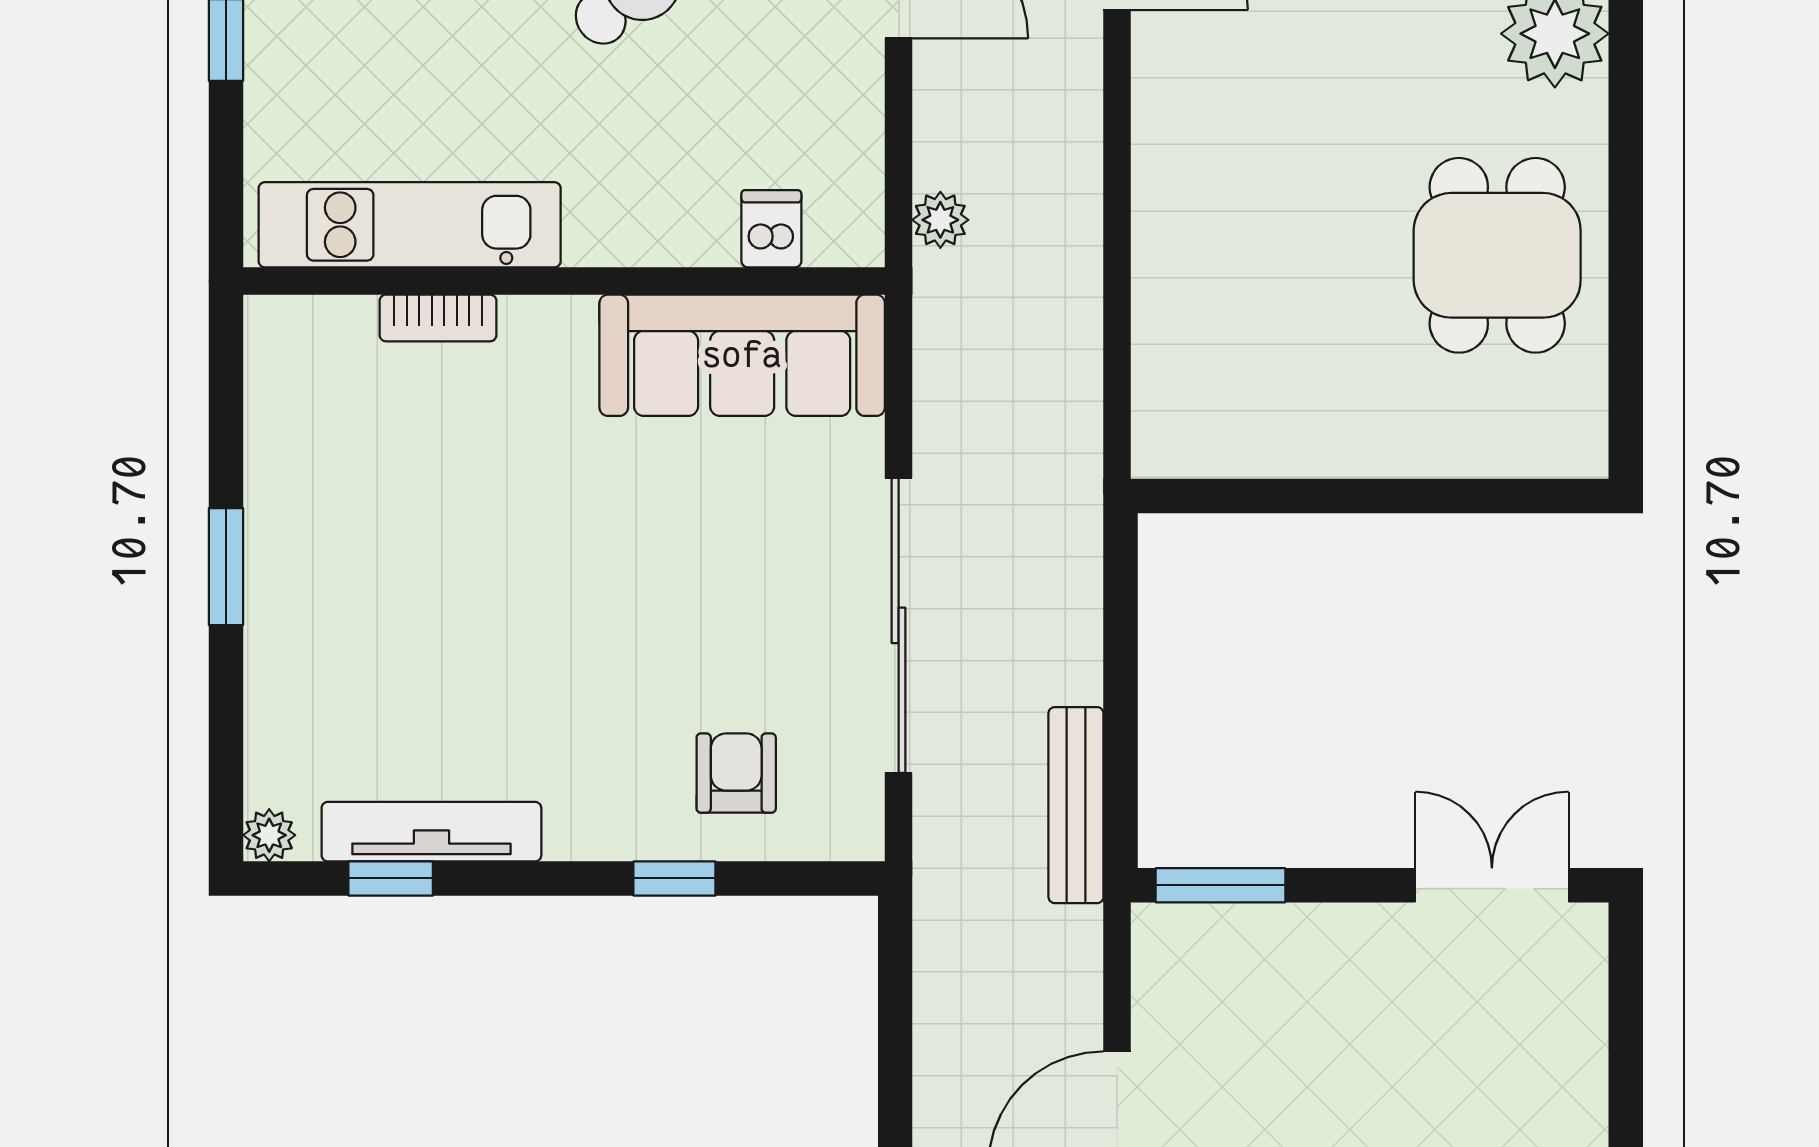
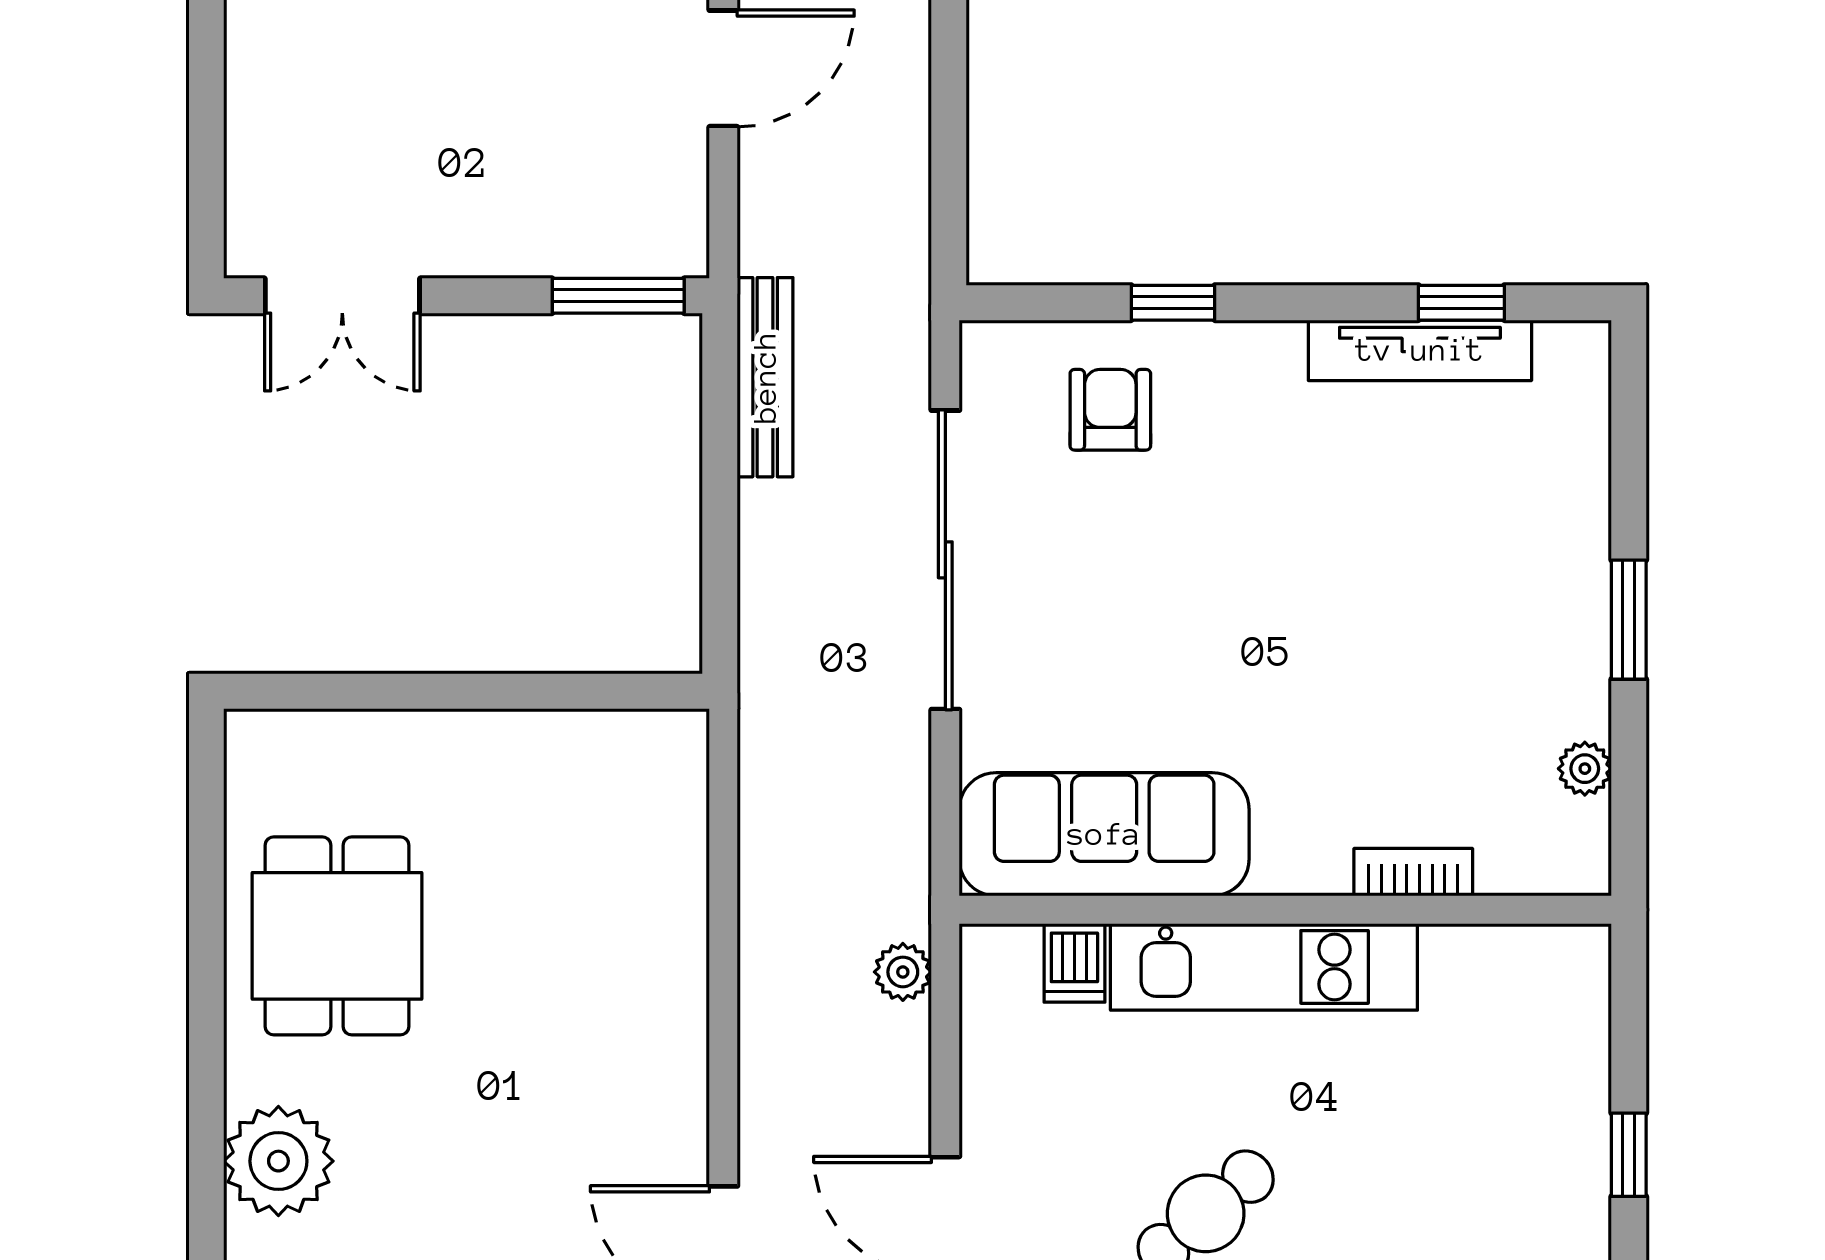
kitchen unit: (410, 225) -> (1264, 967), moved
armchair: (736, 773) -> (1110, 410), turned 180
plant: (269, 835) -> (1585, 769), moved

